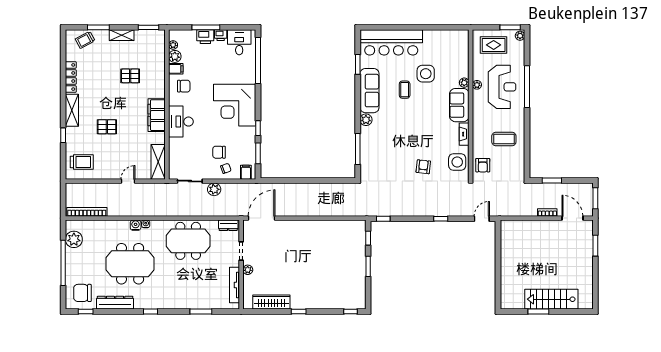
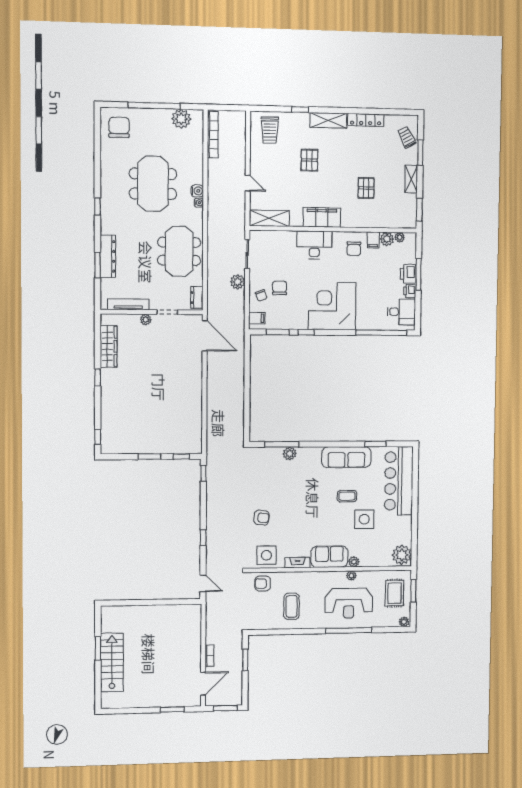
window: (510, 27) -> (413, 591), moved
plant: (459, 39) -> (402, 555), added
plant: (366, 120) -> (290, 454), moved
dresser: (115, 303) -> (108, 256), moved
window: (86, 312) -> (97, 131), removed

